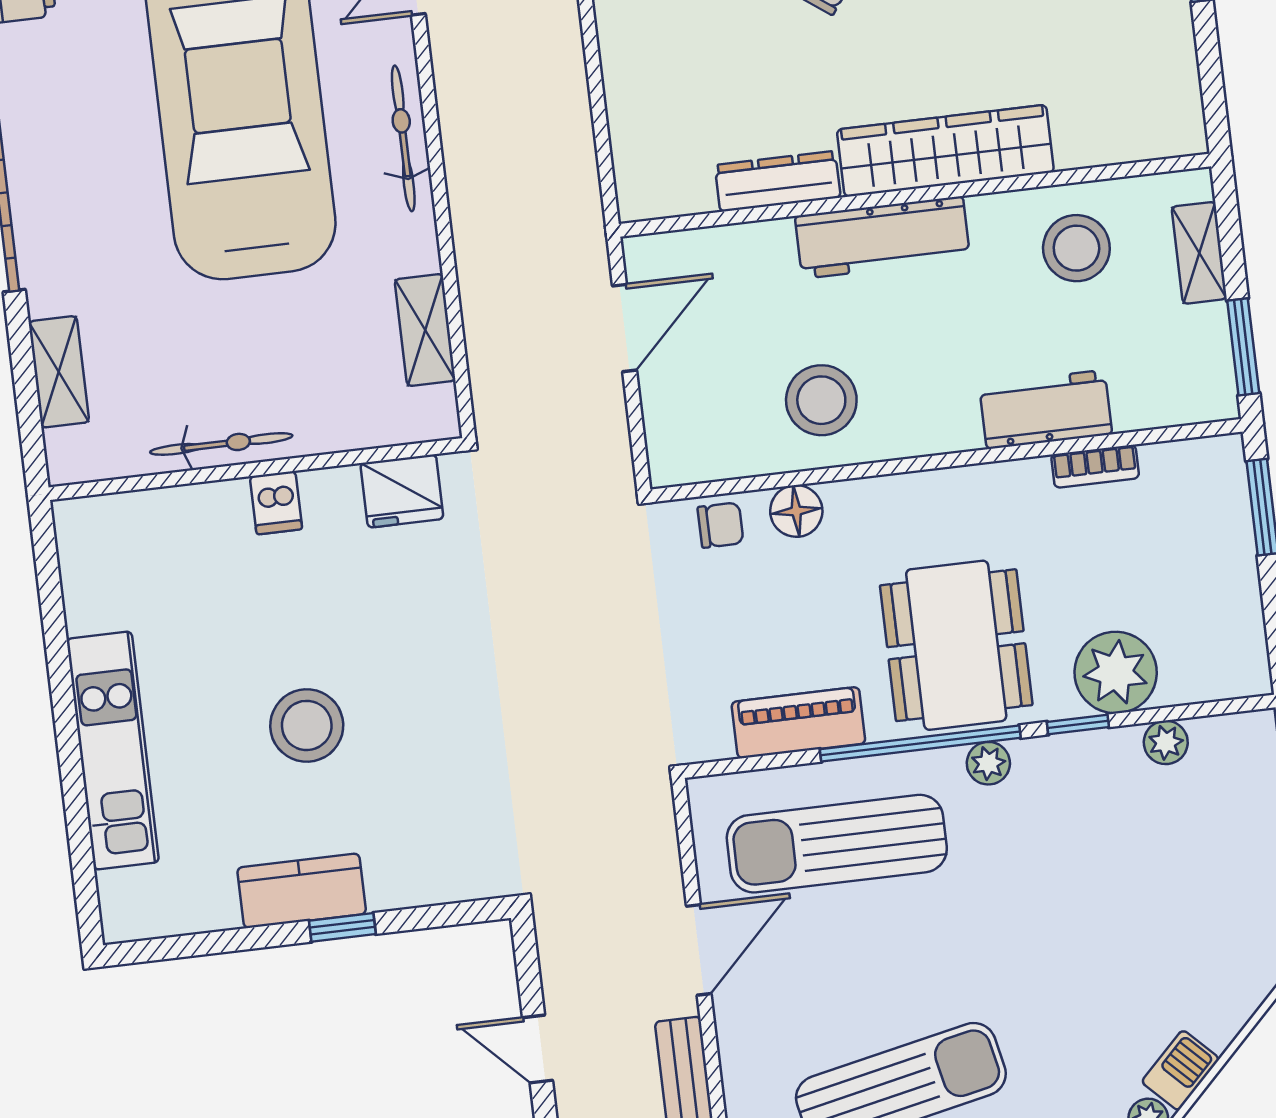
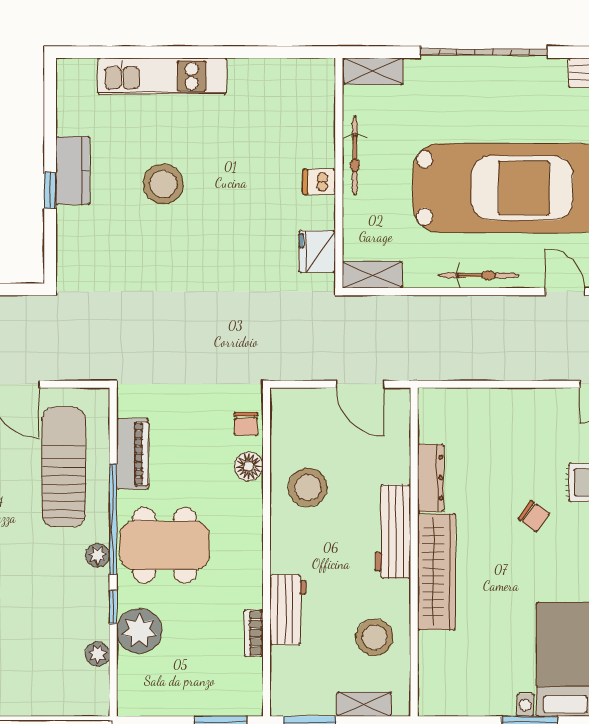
bicycle: (221, 444) -> (355, 156), moved
wall: (256, 469) -> (339, 173), moved
fridge: (402, 491) -> (317, 252), moved
dishwasher: (276, 503) -> (319, 182), moved

